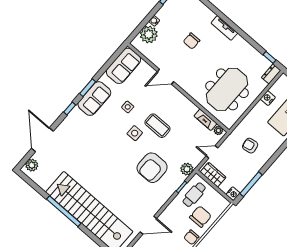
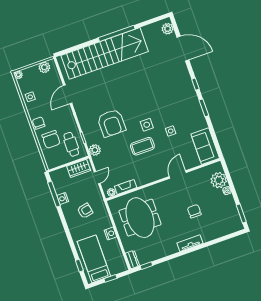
nightstand: (268, 98) -> (110, 234), moved
sofa: (94, 99) -> (192, 108), removed
armchair: (152, 168) -> (112, 123), turned 180
nightstand: (233, 194) -> (63, 198), moved

